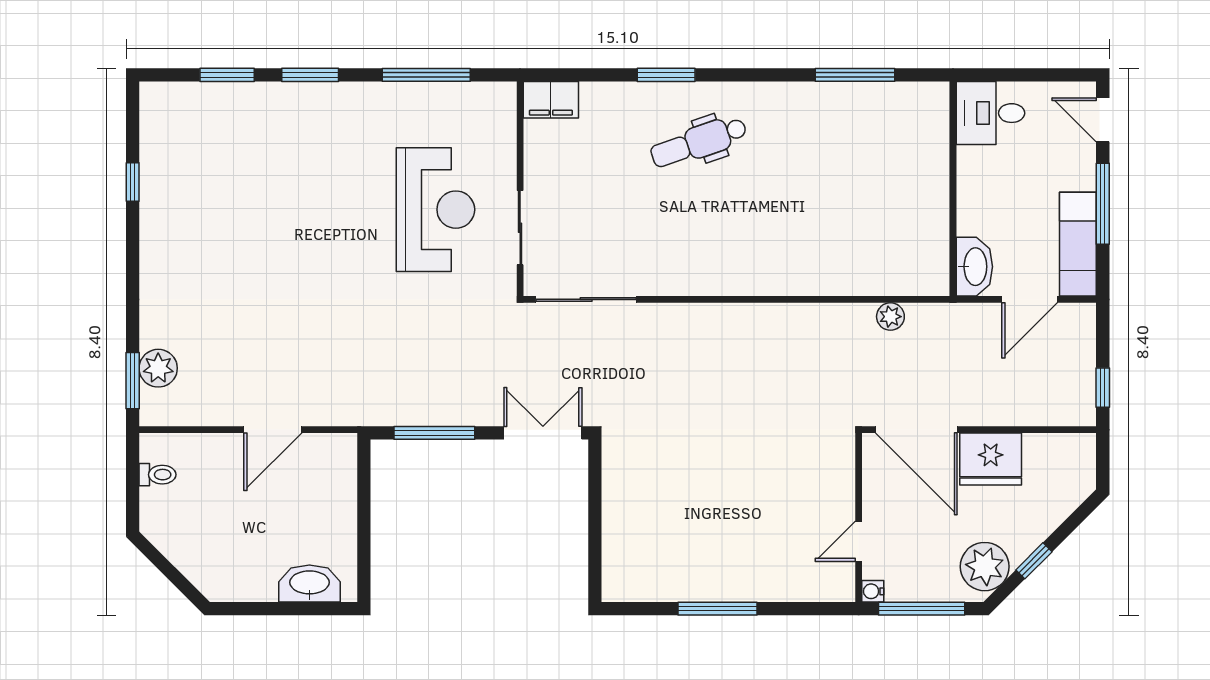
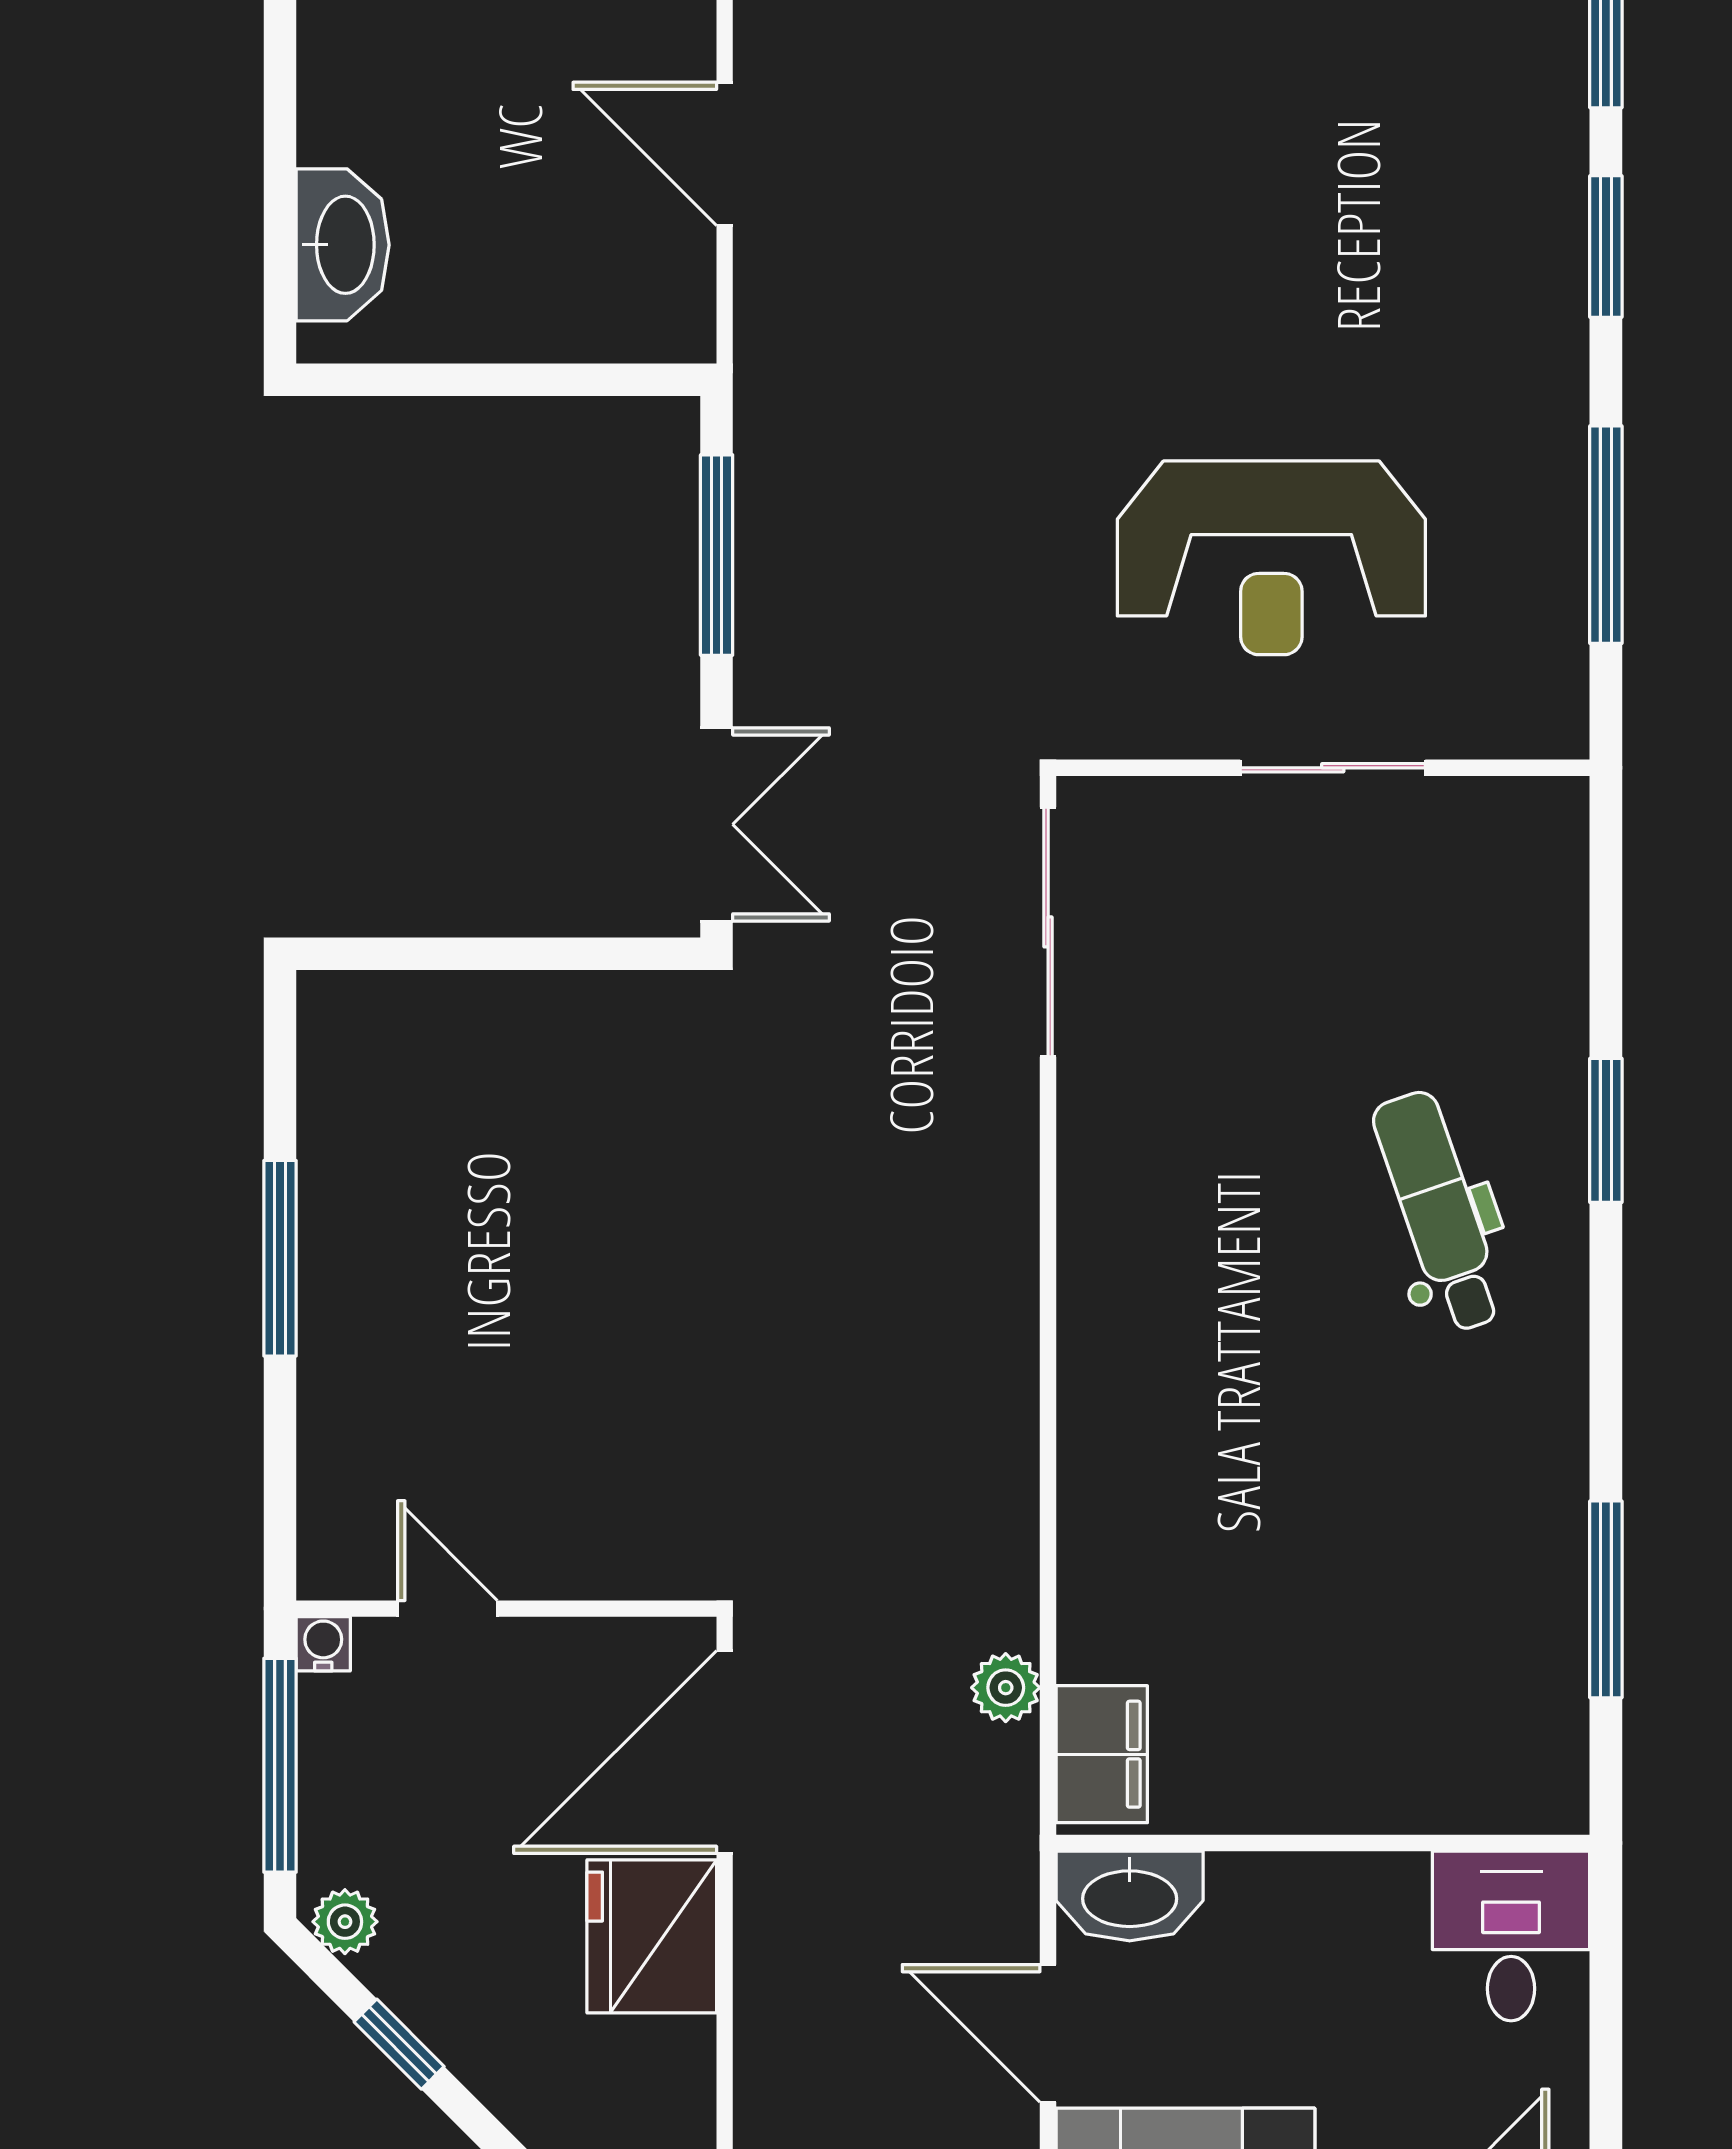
filing cabinet: (551, 100) -> (1102, 1754), moved, turned 180
sliding door: (520, 228) -> (1333, 768), moved
plant: (985, 567) -> (345, 1922), width x0.53, depth x0.53

